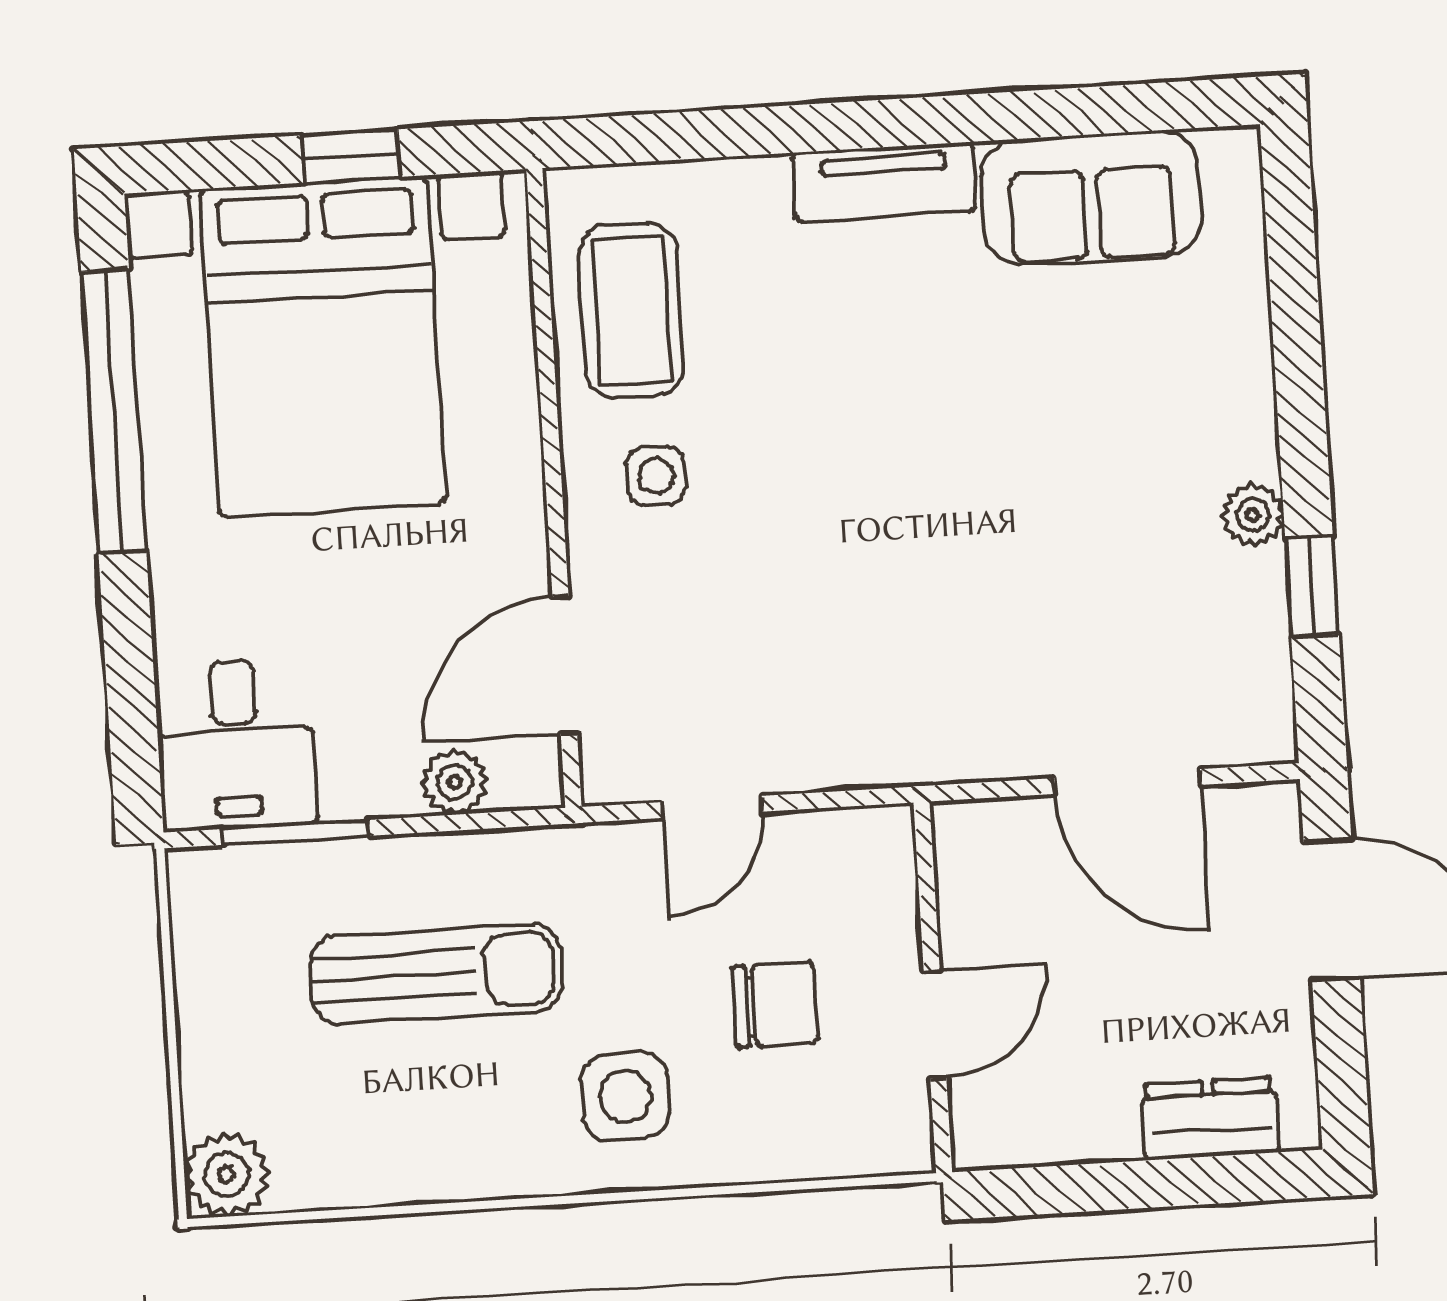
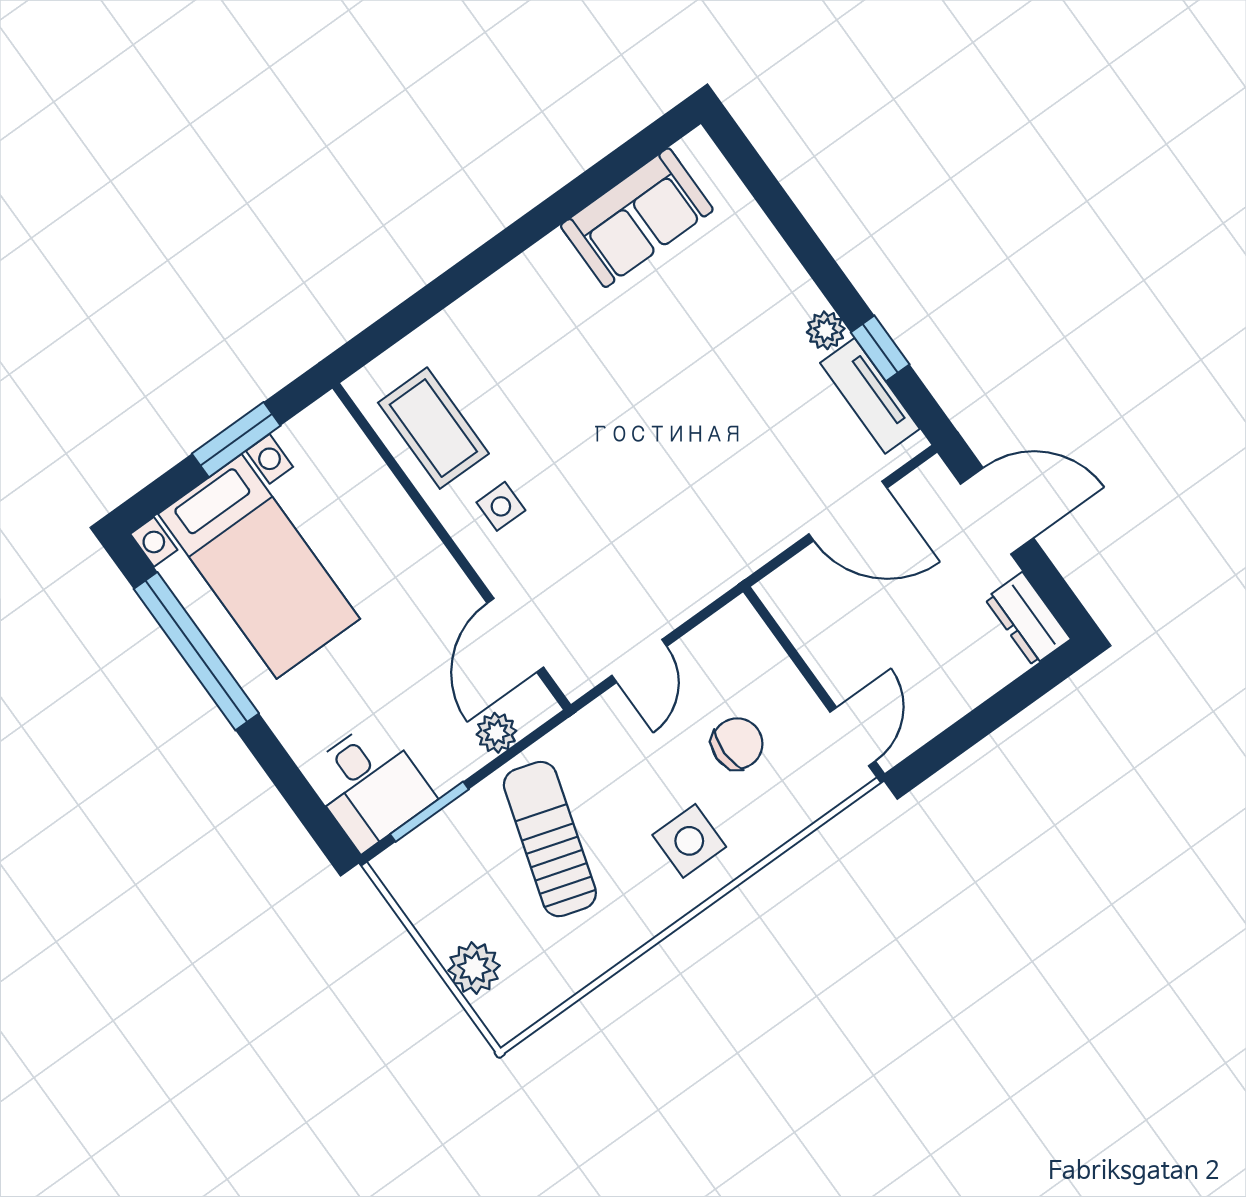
window: (351, 156) -> (236, 440), width x1.50
tv unit: (884, 182) -> (870, 396), moved, turned 90
bed with nightstands: (323, 346) -> (259, 566), width x0.73
sun lounger: (436, 974) -> (550, 839), turned -73
door: (935, 1025) -> (853, 737), moved
dresser: (1210, 1119) -> (1028, 619), moved, turned -90
plant: (226, 1174) -> (474, 968), moved

